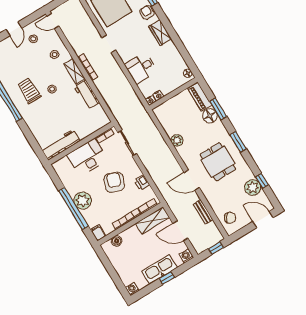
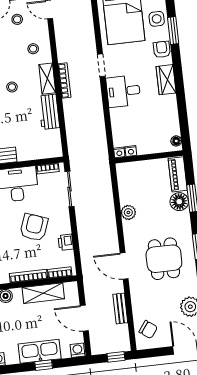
desk: (141, 68) -> (123, 91), moved
shelving: (153, 220) -> (43, 293), moved

